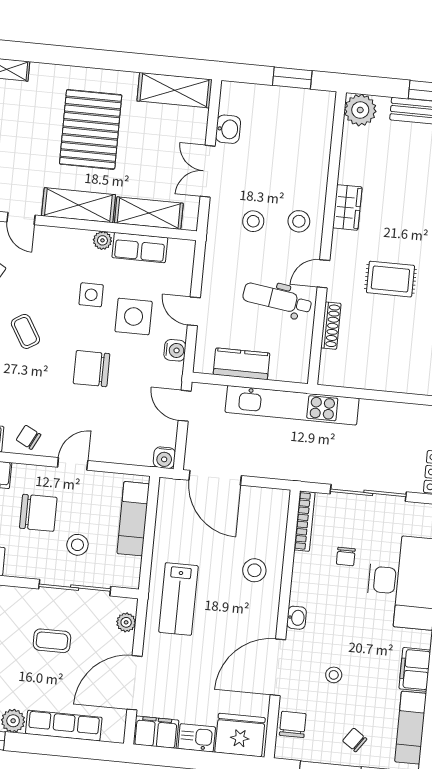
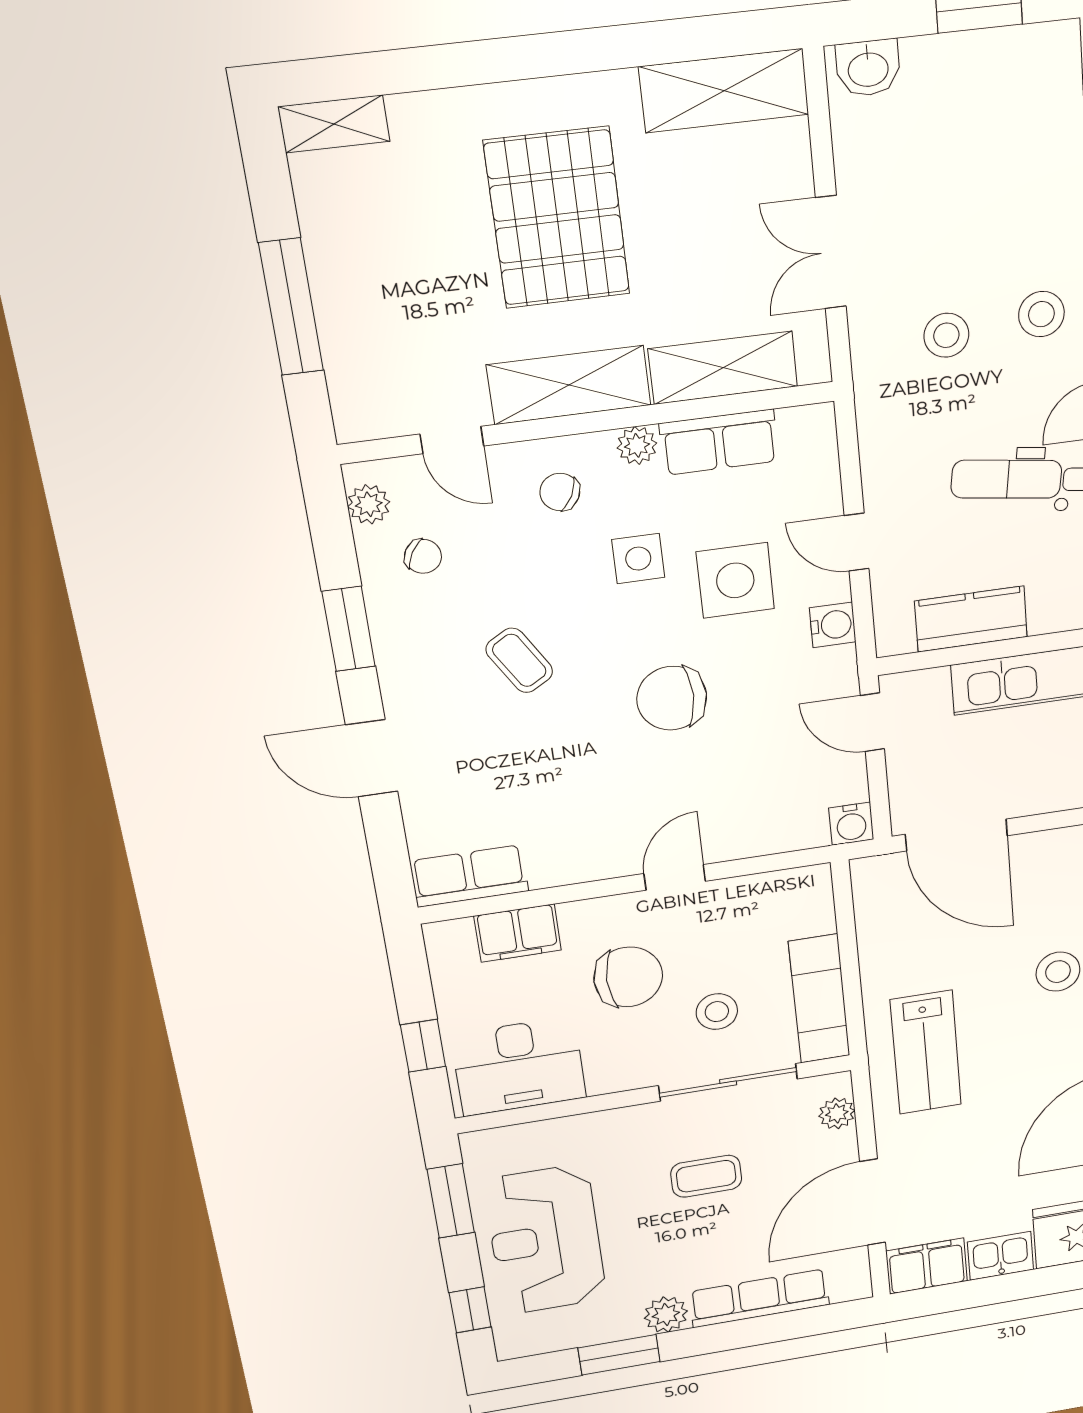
washbasin: (228, 129) -> (868, 68), moved, turned 90
chair: (29, 437) -> (560, 492), moved
exam couch: (133, 519) -> (819, 999), moved

